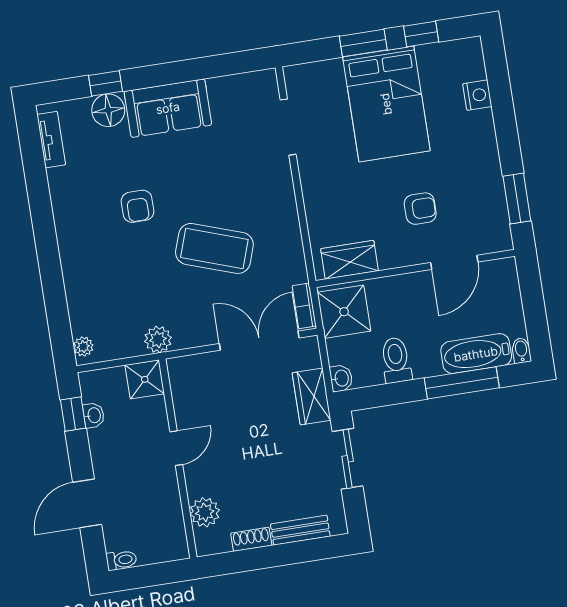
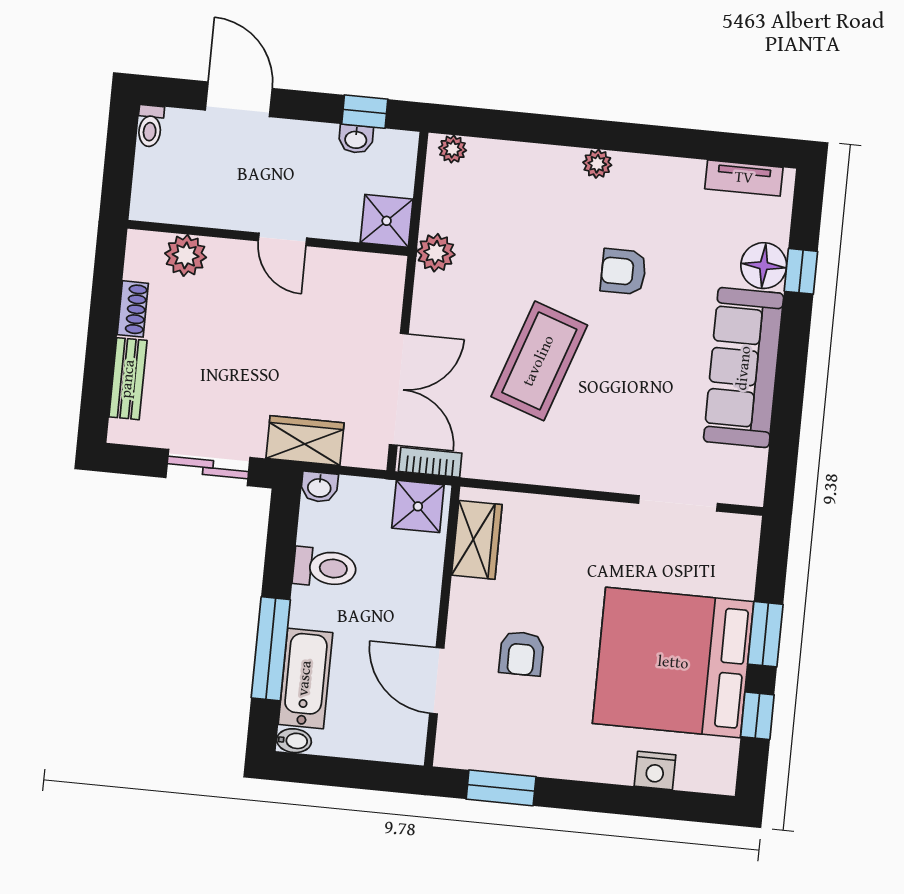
bed: (386, 104) -> (673, 663), width x1.36
sofa: (168, 108) -> (744, 368), width x1.36
plant: (68, 244) -> (597, 164), added
shower: (344, 312) -> (418, 506), width x0.73, depth x0.73

